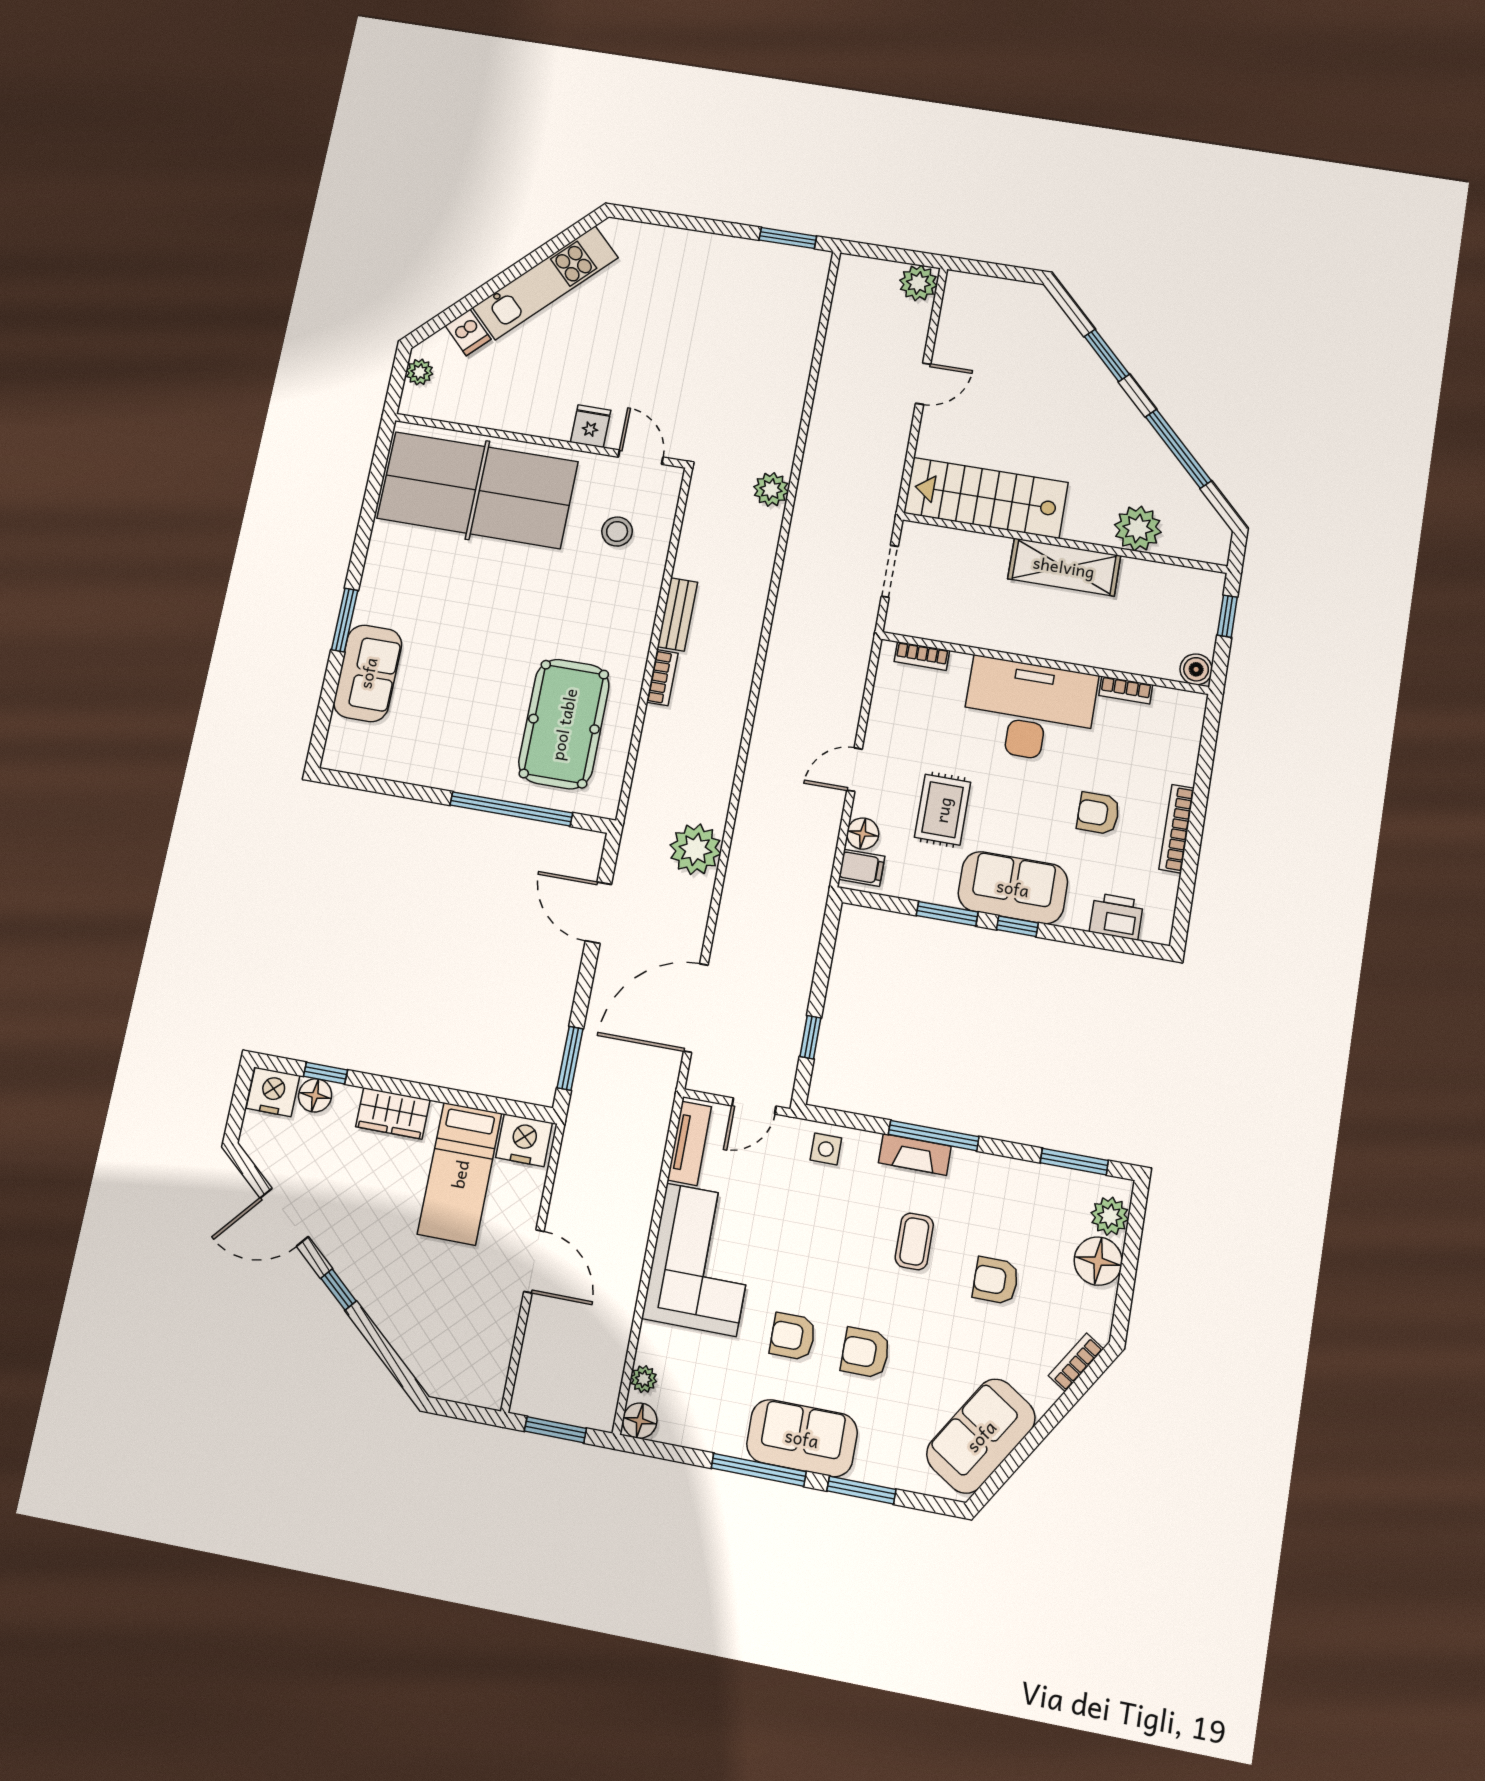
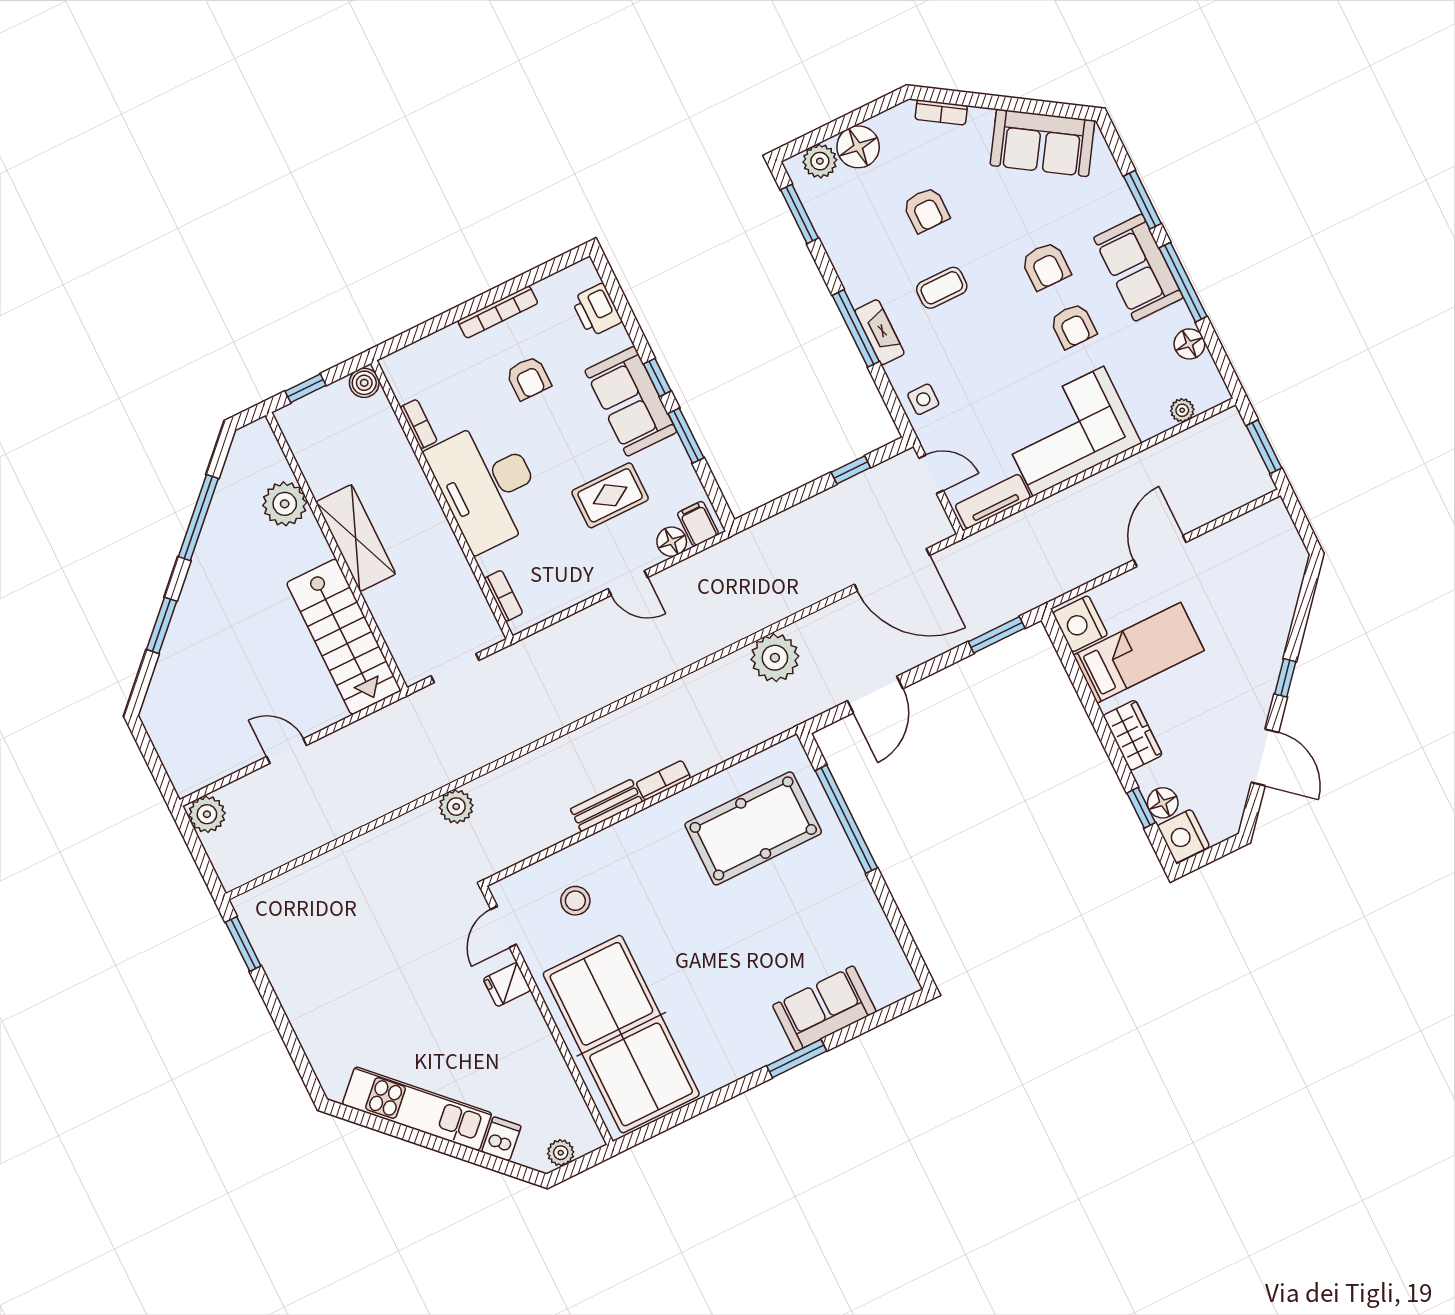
floor lamp: (640, 1421) -> (1189, 344), moved

